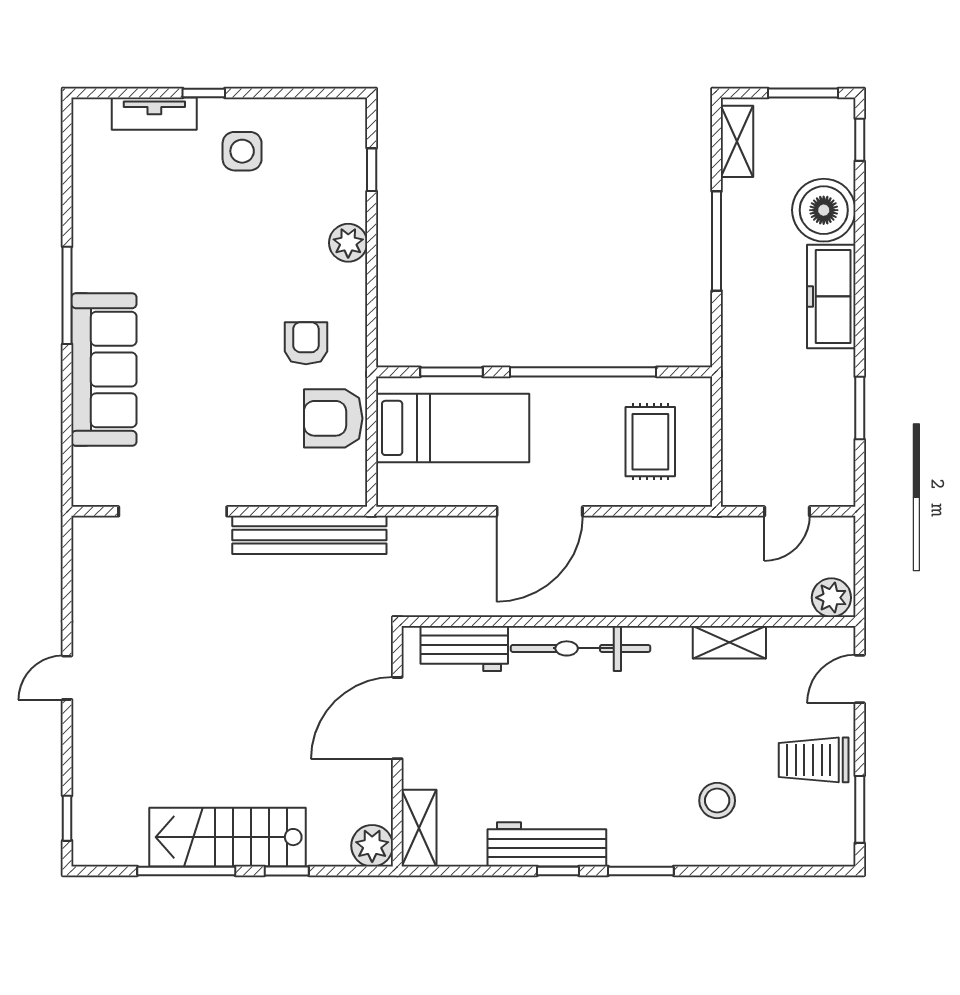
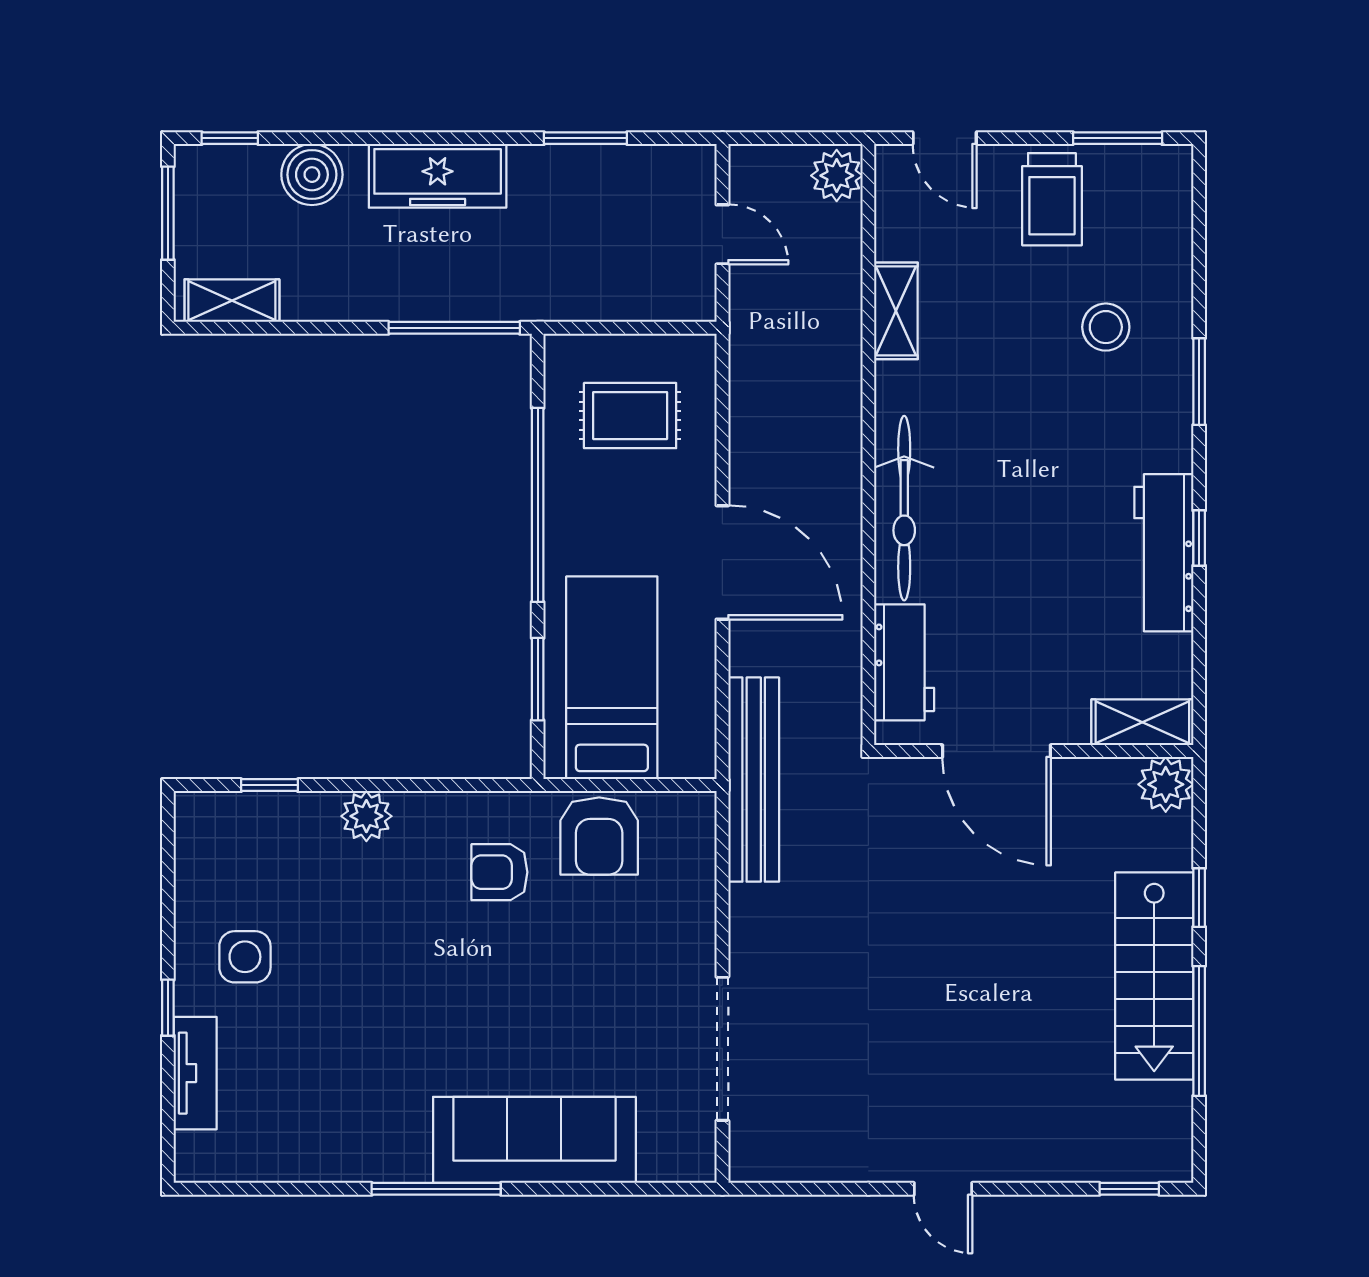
boiler: (824, 210) -> (312, 175), width x0.73, depth x0.73
window: (717, 241) -> (454, 328), moved
bench: (309, 535) -> (754, 780), moved
window: (641, 871) -> (1199, 382), moved

